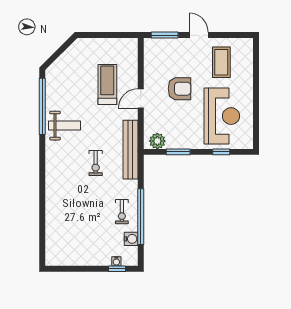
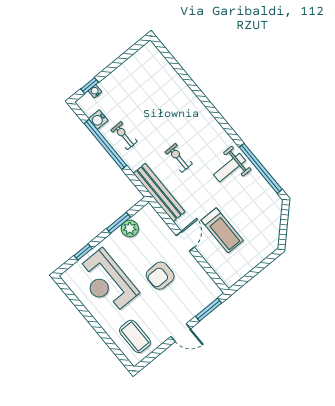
coffee table: (221, 62) -> (135, 336), moved
plant: (157, 141) -> (130, 228), moved

